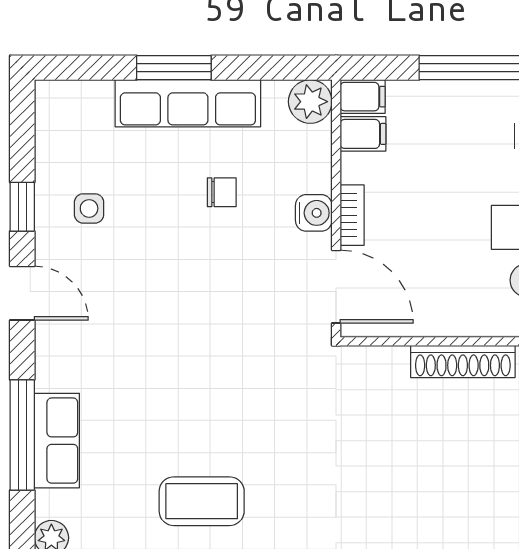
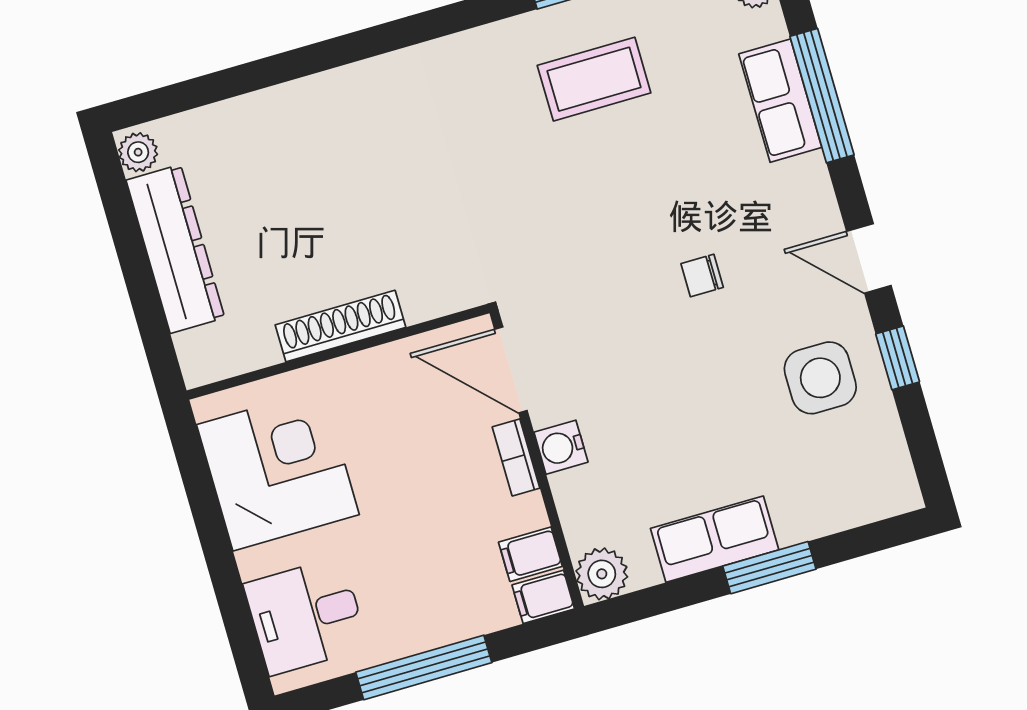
row of seats: (188, 103) -> (715, 539), width x0.68
chair: (222, 192) -> (702, 276), moved
side table: (89, 208) -> (820, 378), width x1.87, depth x1.87

